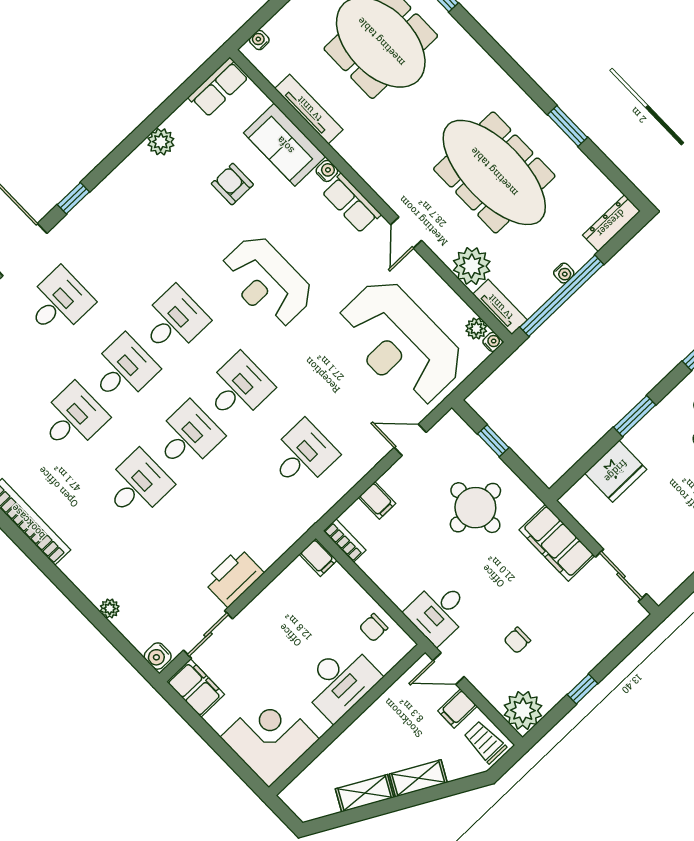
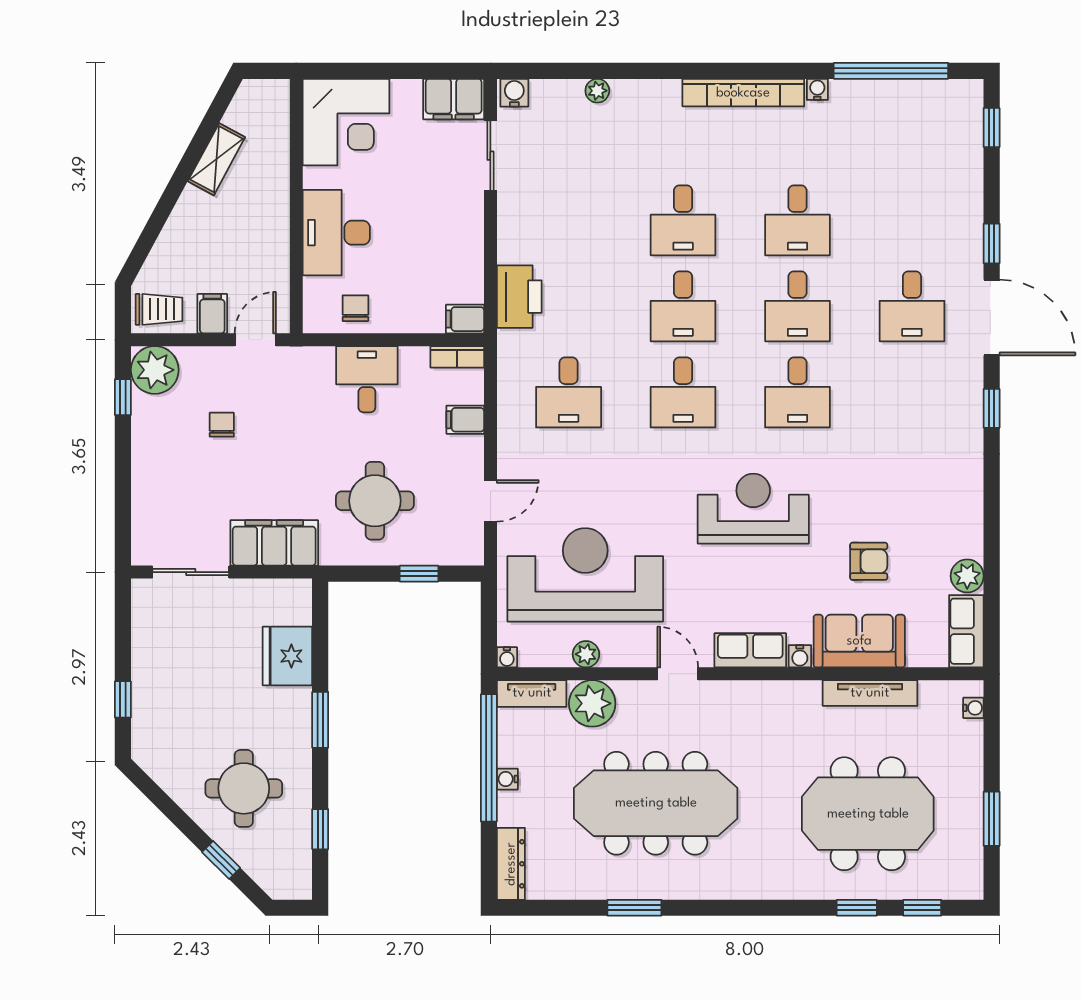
plant: (161, 142) -> (967, 576), moved
plant: (476, 329) -> (586, 654), moved
printer: (234, 577) -> (519, 297), moved
desk: (438, 612) -> (367, 379), moved
window: (582, 689) -> (123, 397), moved
shelving: (418, 778) -> (184, 219), removed

